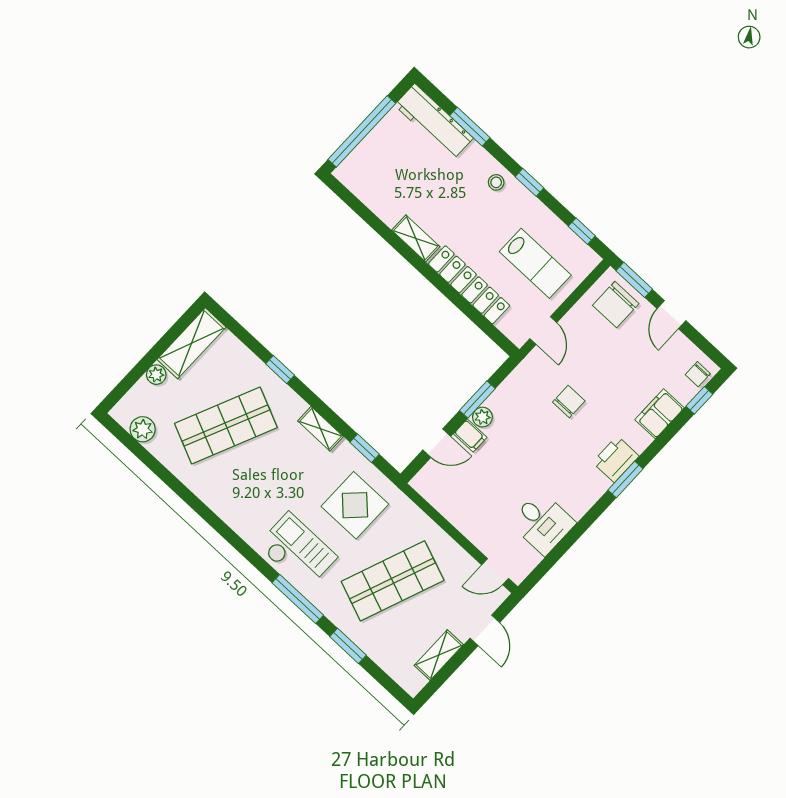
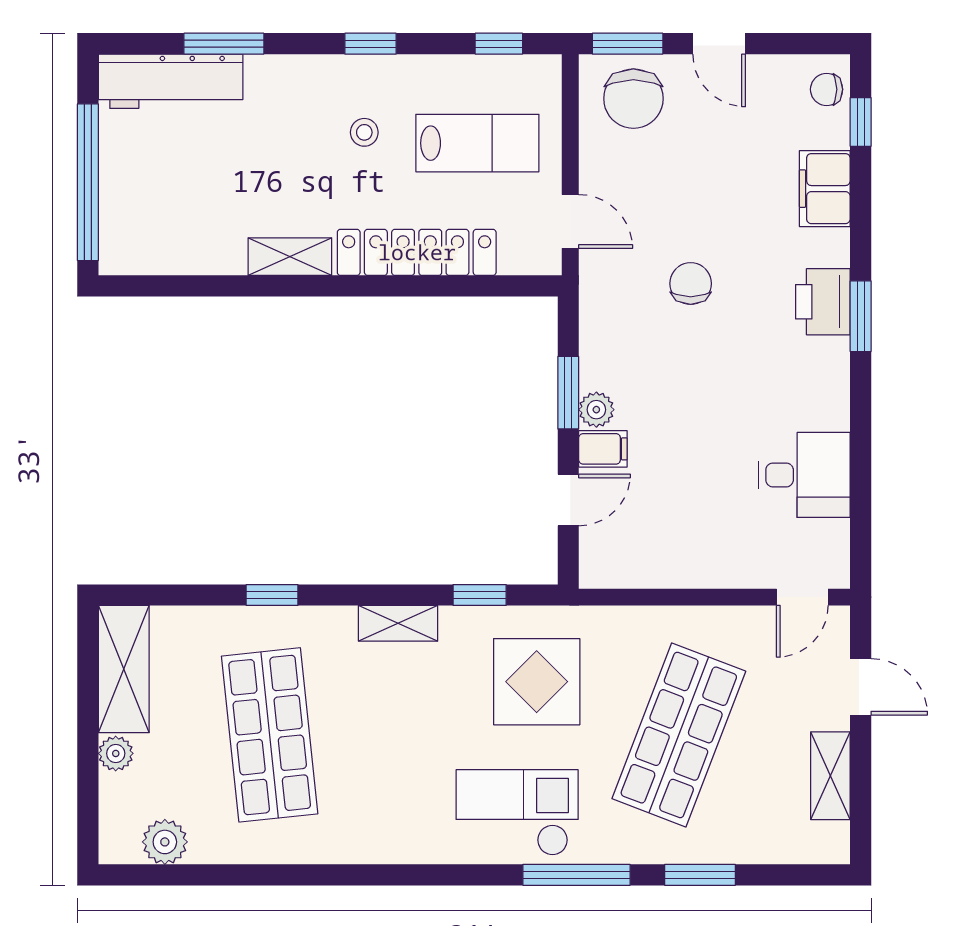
stool: (496, 182) -> (364, 132), moved
chair: (698, 374) -> (827, 89), turned 90
shop shelf: (226, 426) -> (270, 735), turned -30

